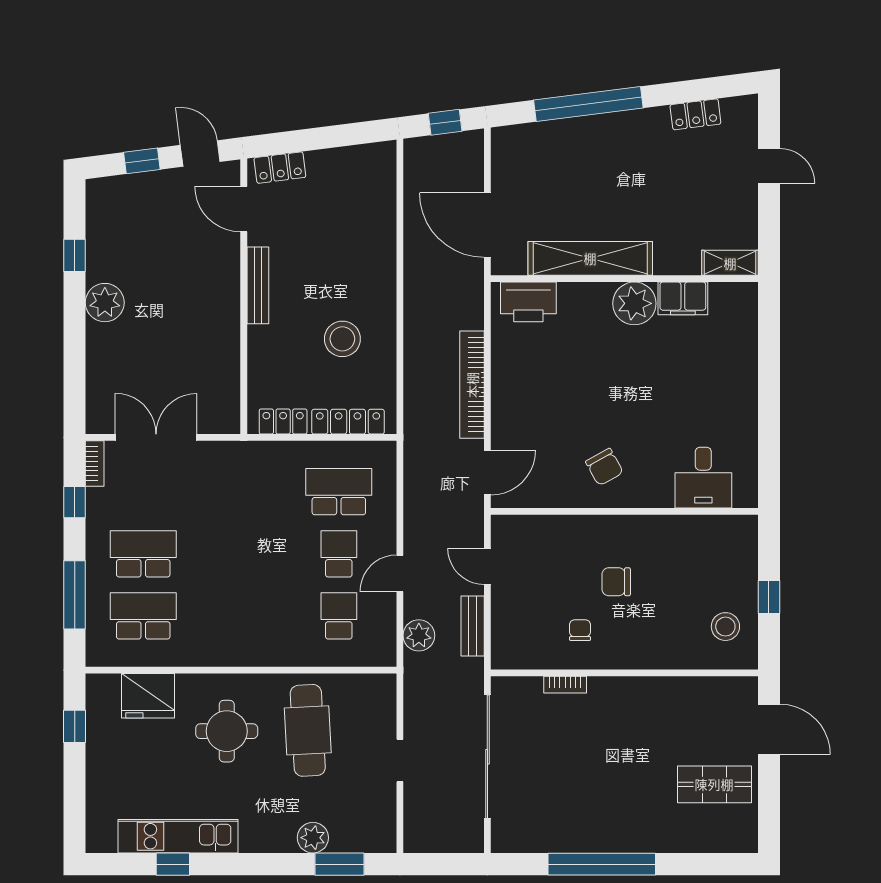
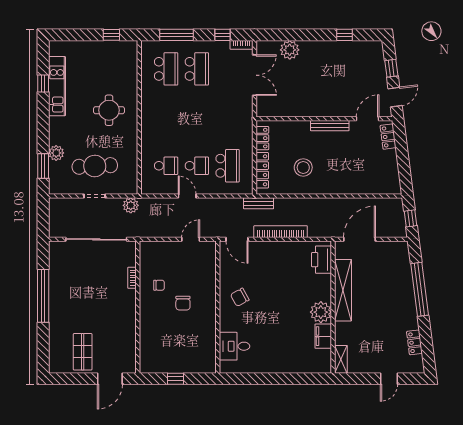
plant: (105, 303) -> (290, 50), moved
chair: (616, 582) -> (183, 303), turned 180
bench: (473, 626) -> (259, 203), moved
stool: (725, 627) -> (161, 357), removed
plant: (419, 635) -> (131, 205), moved
fridge: (148, 696) -> (126, 71), removed
cafe table: (308, 730) -> (95, 166), moved

